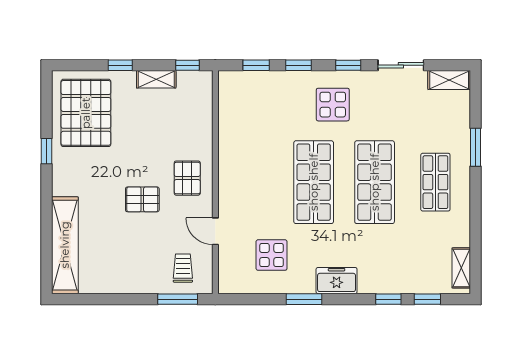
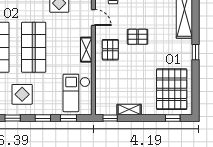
window: (120, 65) -> (173, 118), moved
checkout: (243, 107) -> (76, 93), added
window: (46, 151) -> (196, 52), moved
shelving: (227, 178) -> (86, 50), added

